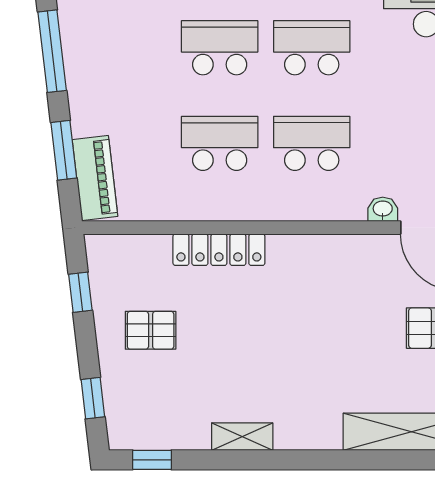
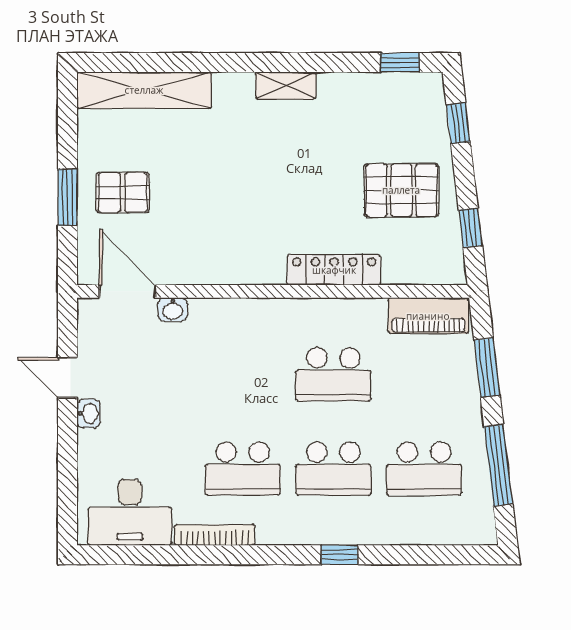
school desk: (312, 143) -> (424, 469), moved
piano: (95, 178) -> (428, 316), moved, turned -83
pallet: (151, 330) -> (401, 190), width x1.50, depth x1.42
shelving: (242, 437) -> (286, 86), moved

